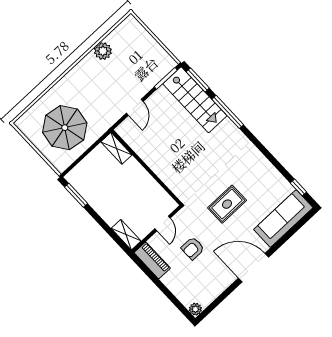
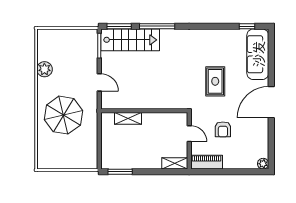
parasol: (65, 128) -> (63, 115), moved
shelving: (116, 148) -> (128, 118), moved

